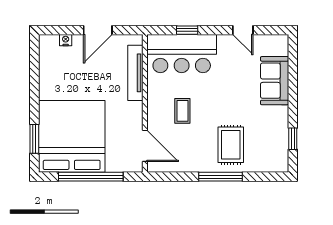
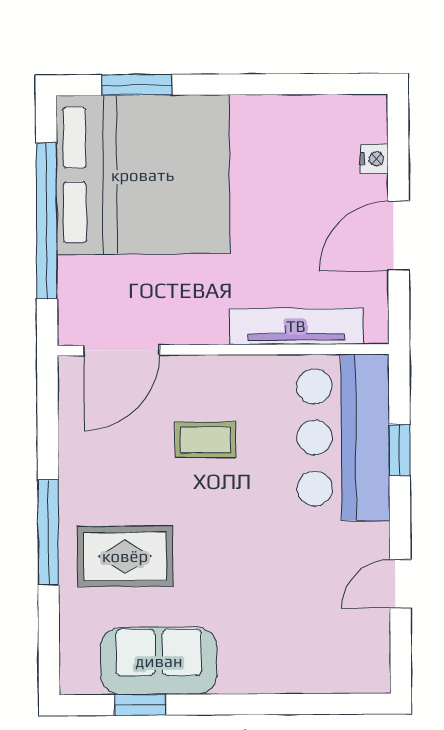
door: (98, 30) -> (399, 236), hinge flipped
sofa: (275, 81) -> (159, 661), moved

